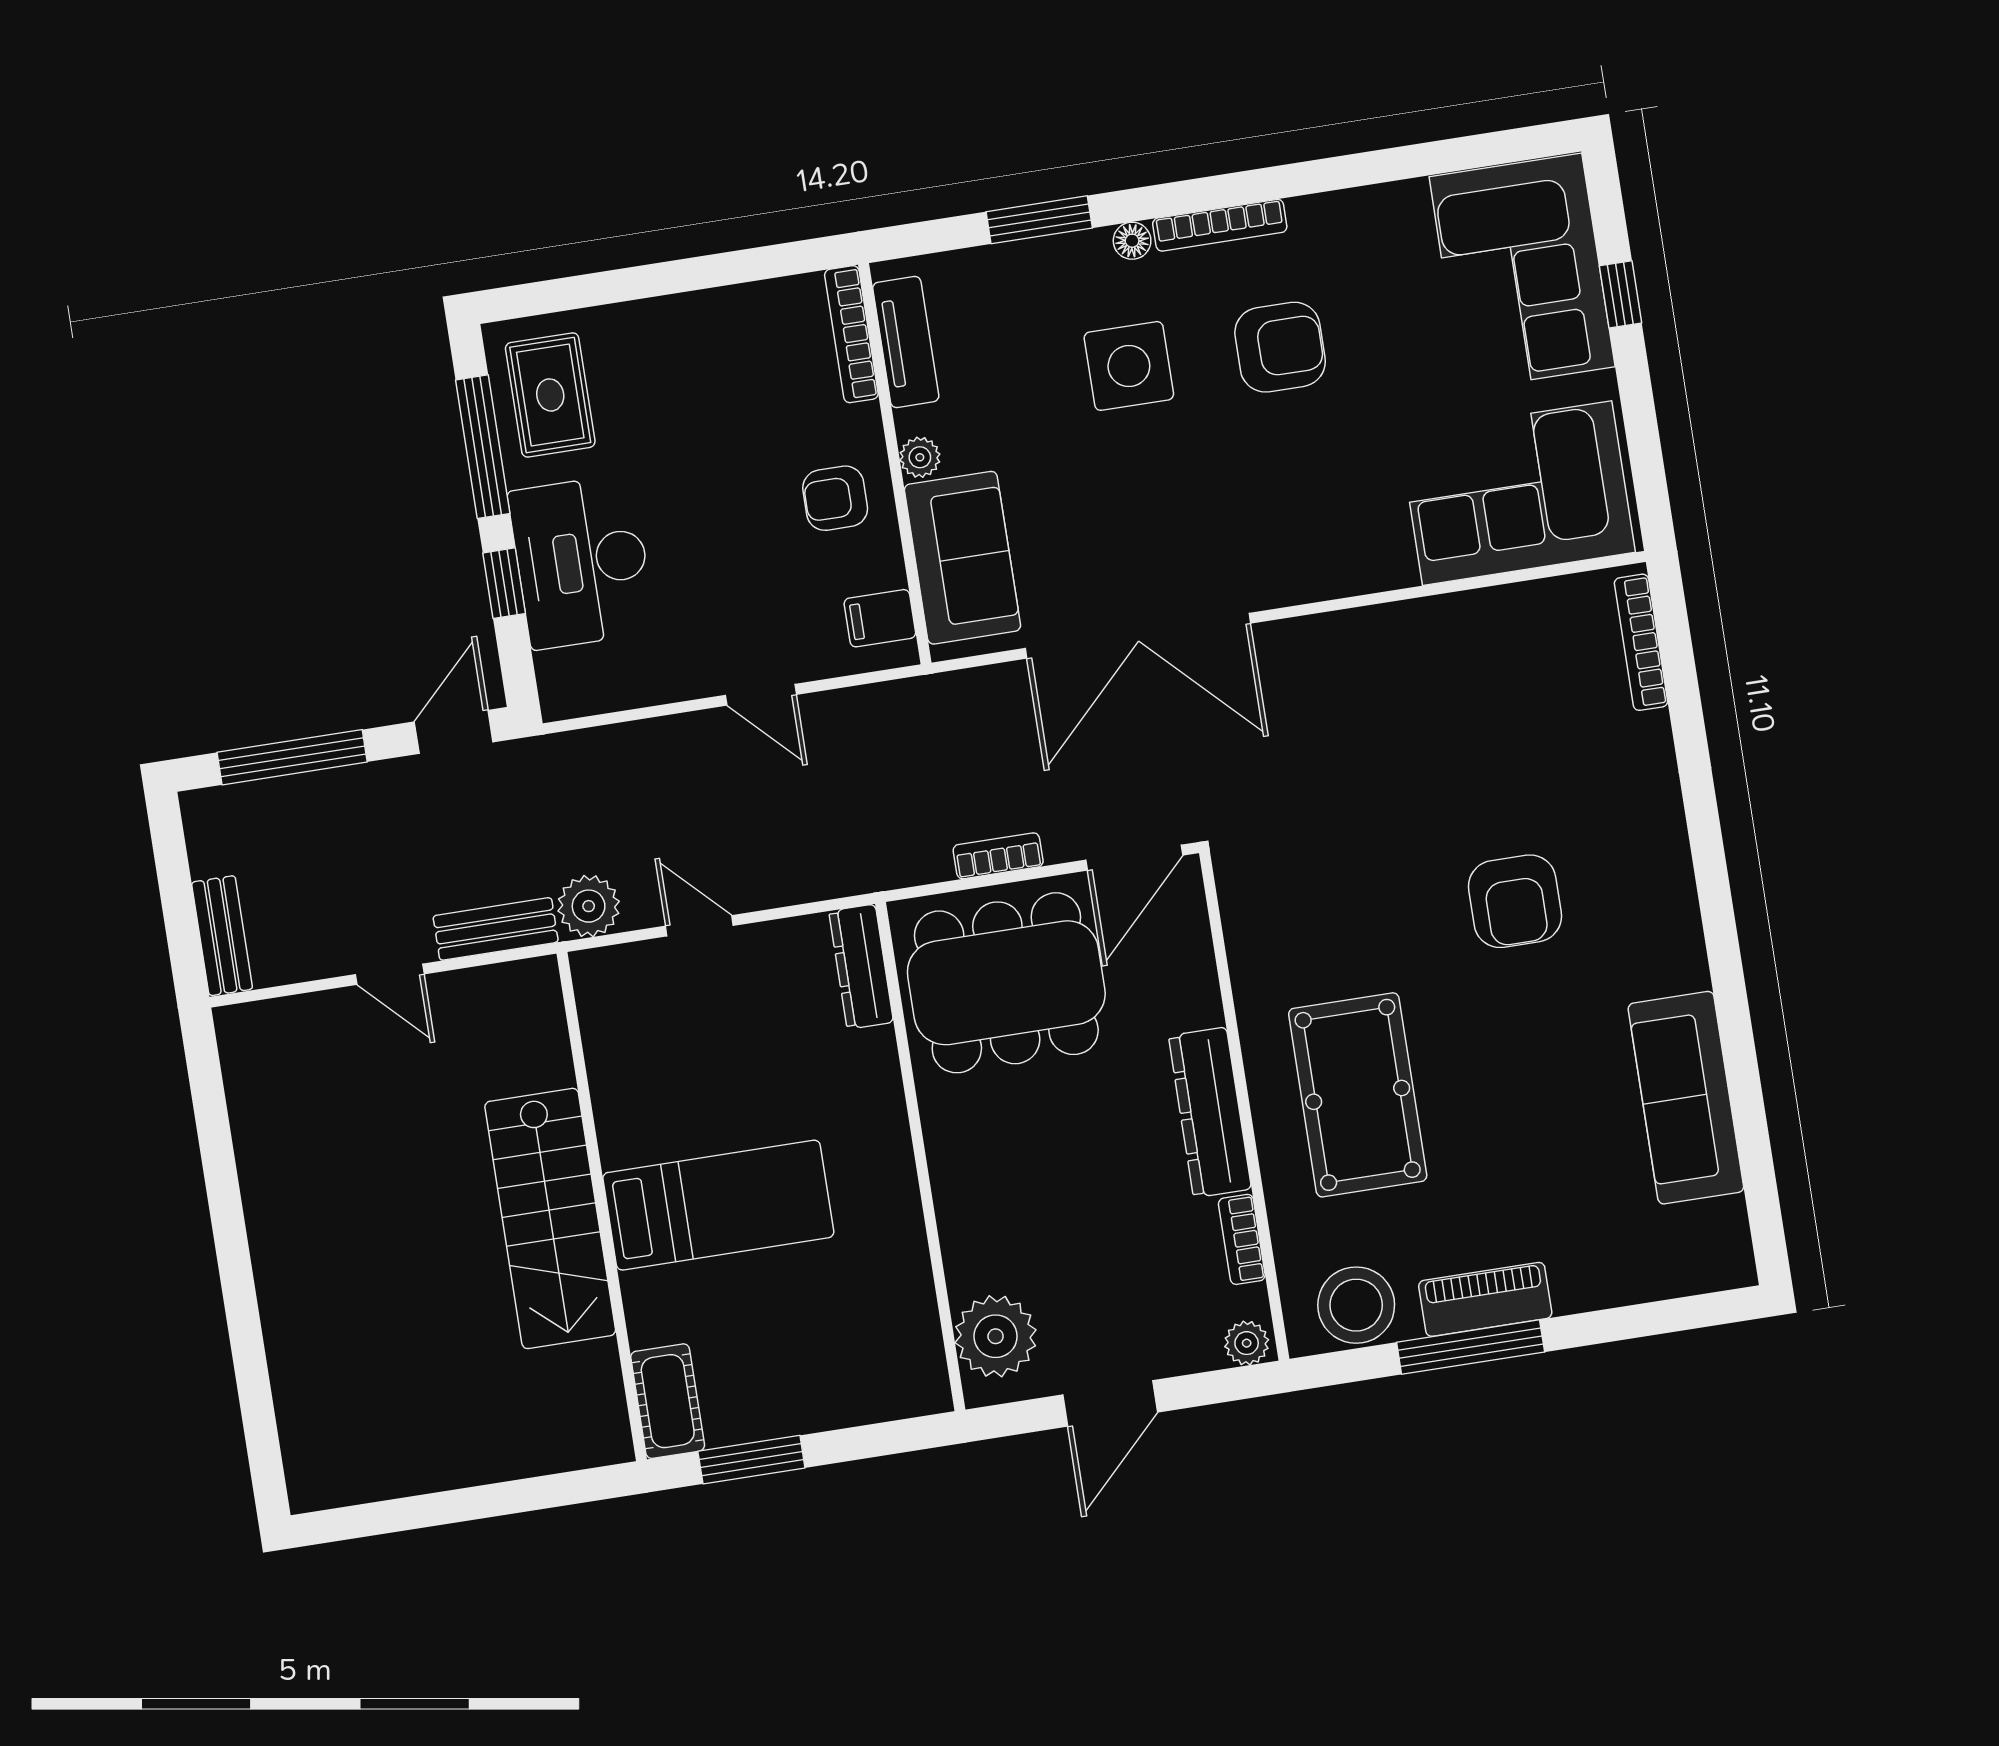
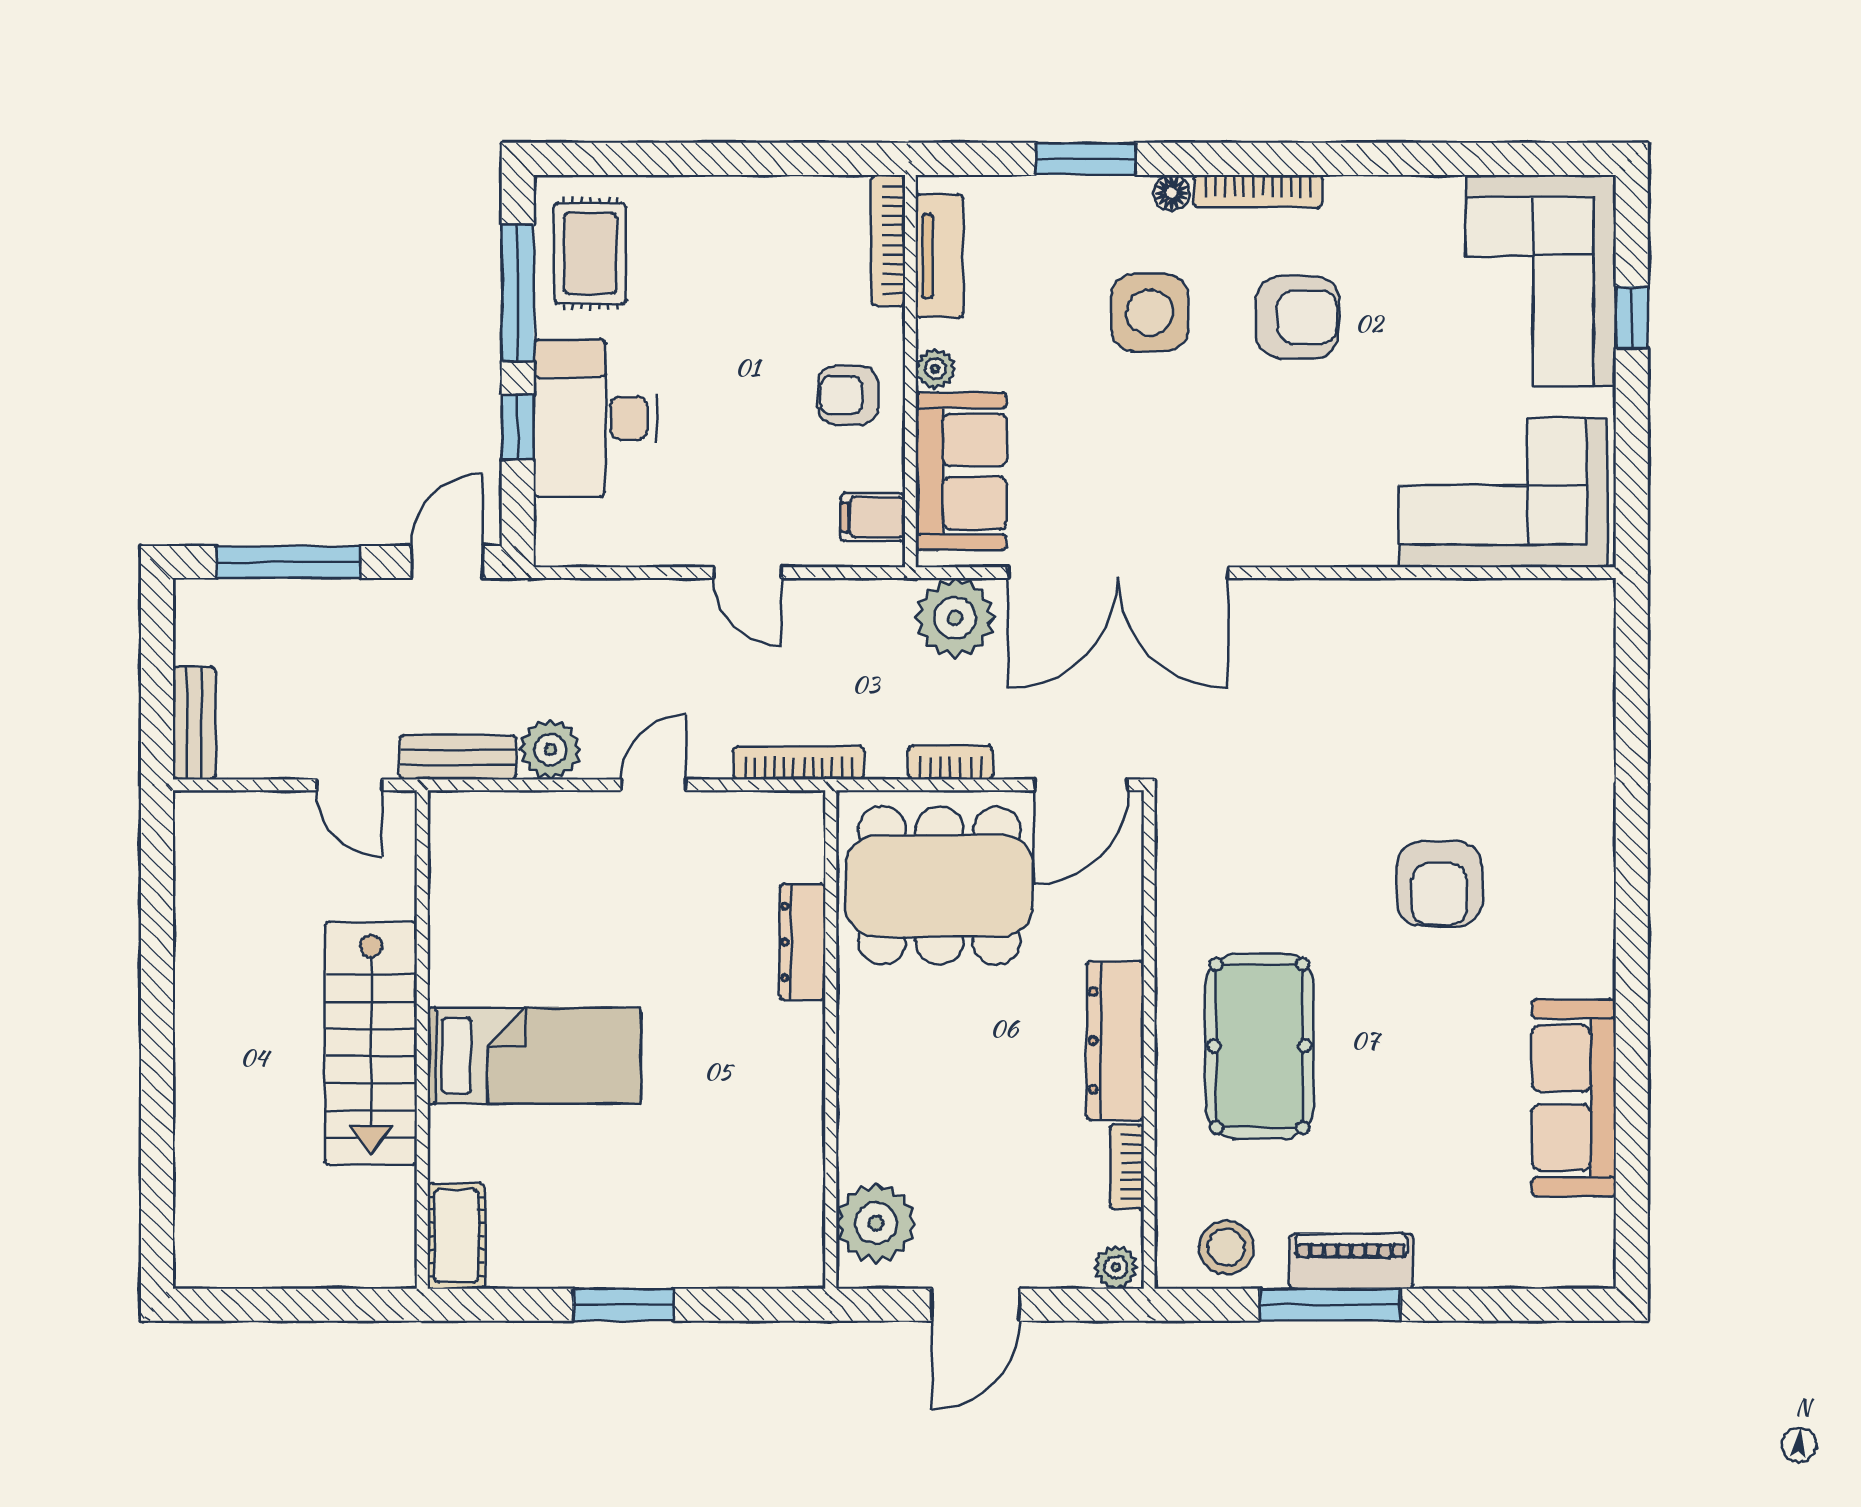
bookcase: (1641, 642) -> (799, 763), moved, turned 90
plant: (979, 708) -> (955, 618), added
door: (699, 926) -> (654, 785), hinge flipped
dresser: (861, 967) -> (803, 942), moved
bed: (718, 1205) -> (534, 1056), moved
wall: (602, 1207) -> (422, 1039), moved
stairs: (550, 1218) -> (371, 1043), moved
stool: (1356, 1305) -> (1227, 1247), width x0.73, depth x0.73
cot: (668, 1401) -> (456, 1236), moved

